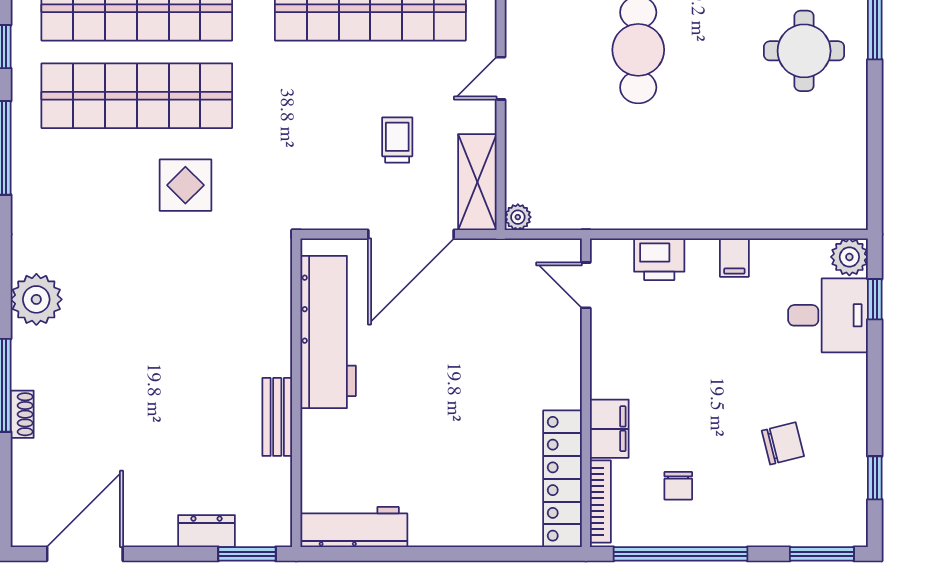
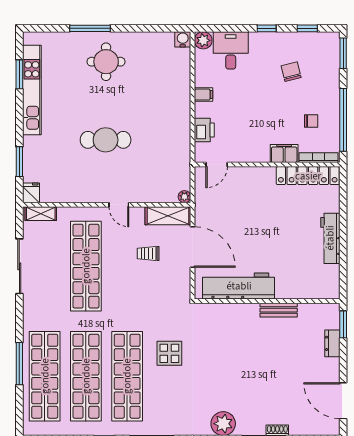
water cooler: (851, 214) -> (183, 39), added
window: (875, 299) -> (267, 28), moved
workbench: (354, 527) -> (330, 238), moved

